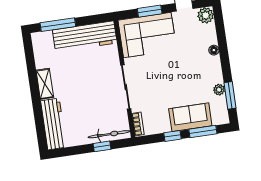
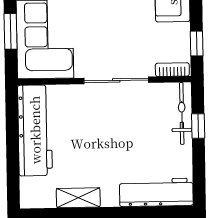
window: (58, 25) -> (13, 167), removed
shelving: (45, 84) -> (78, 198), moved
window: (172, 136) -> (197, 43), moved

